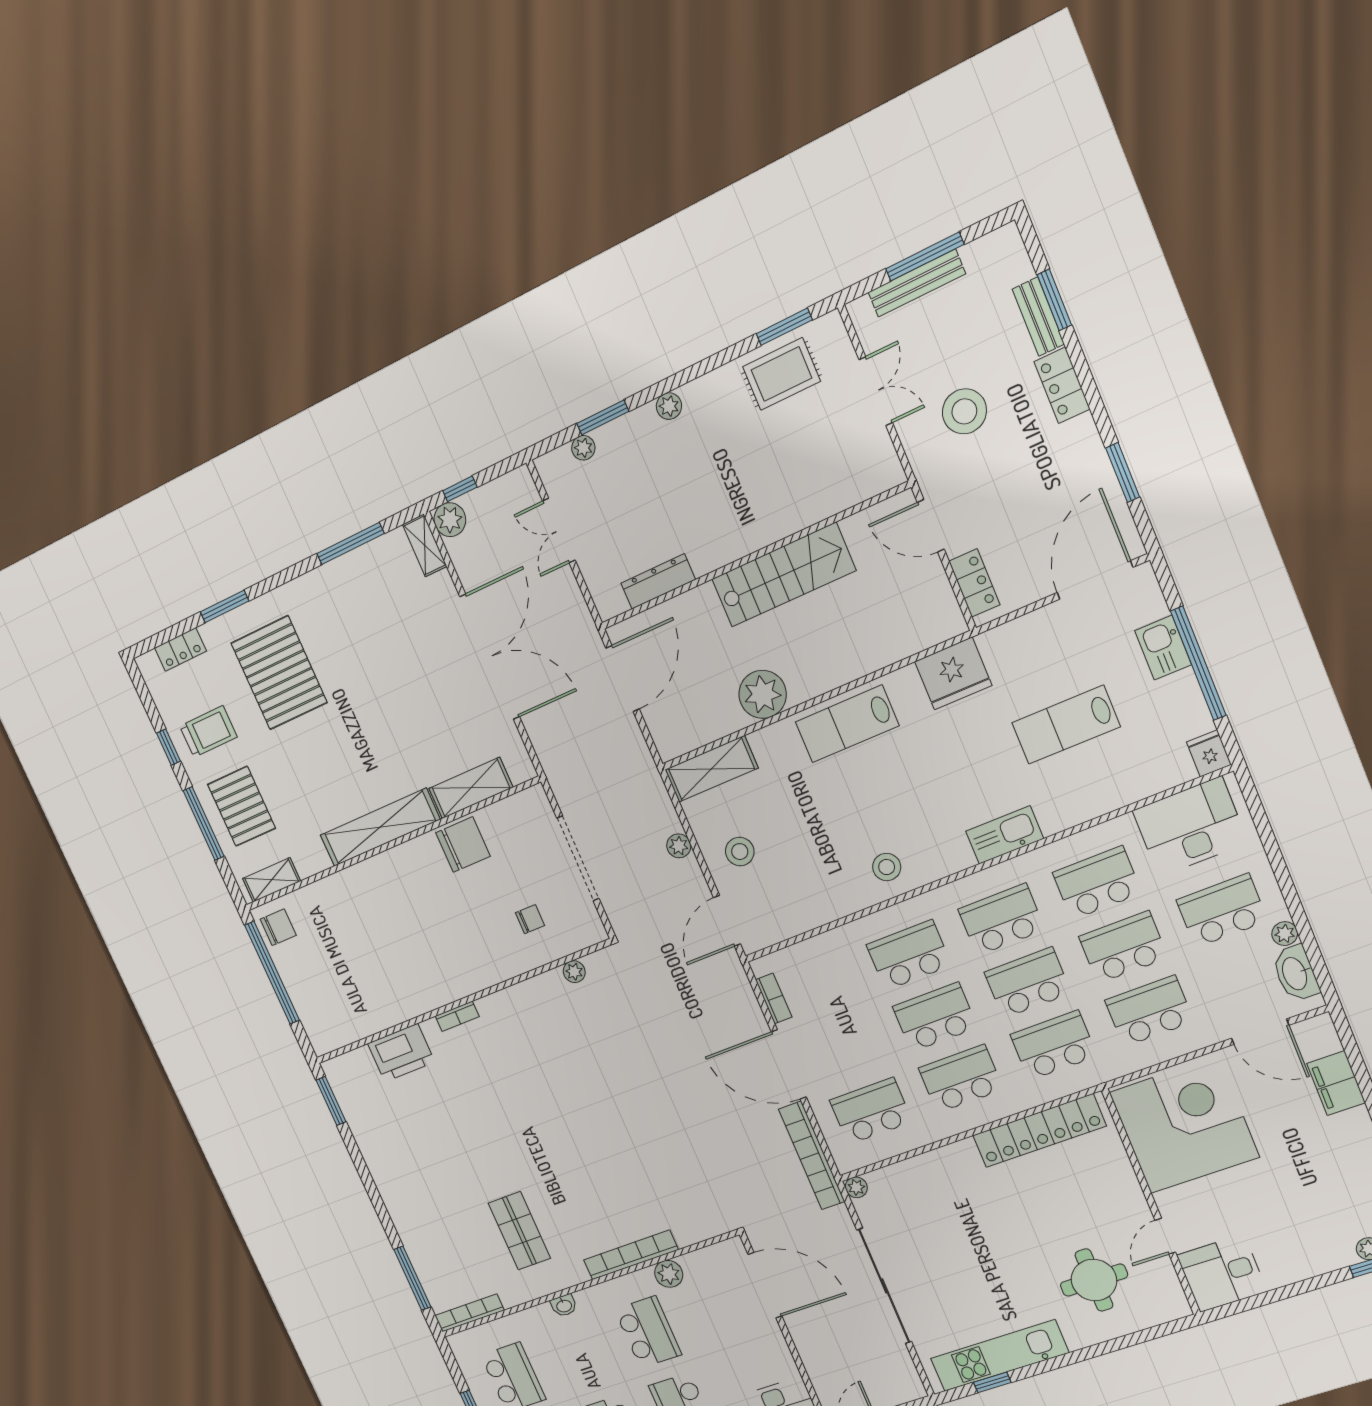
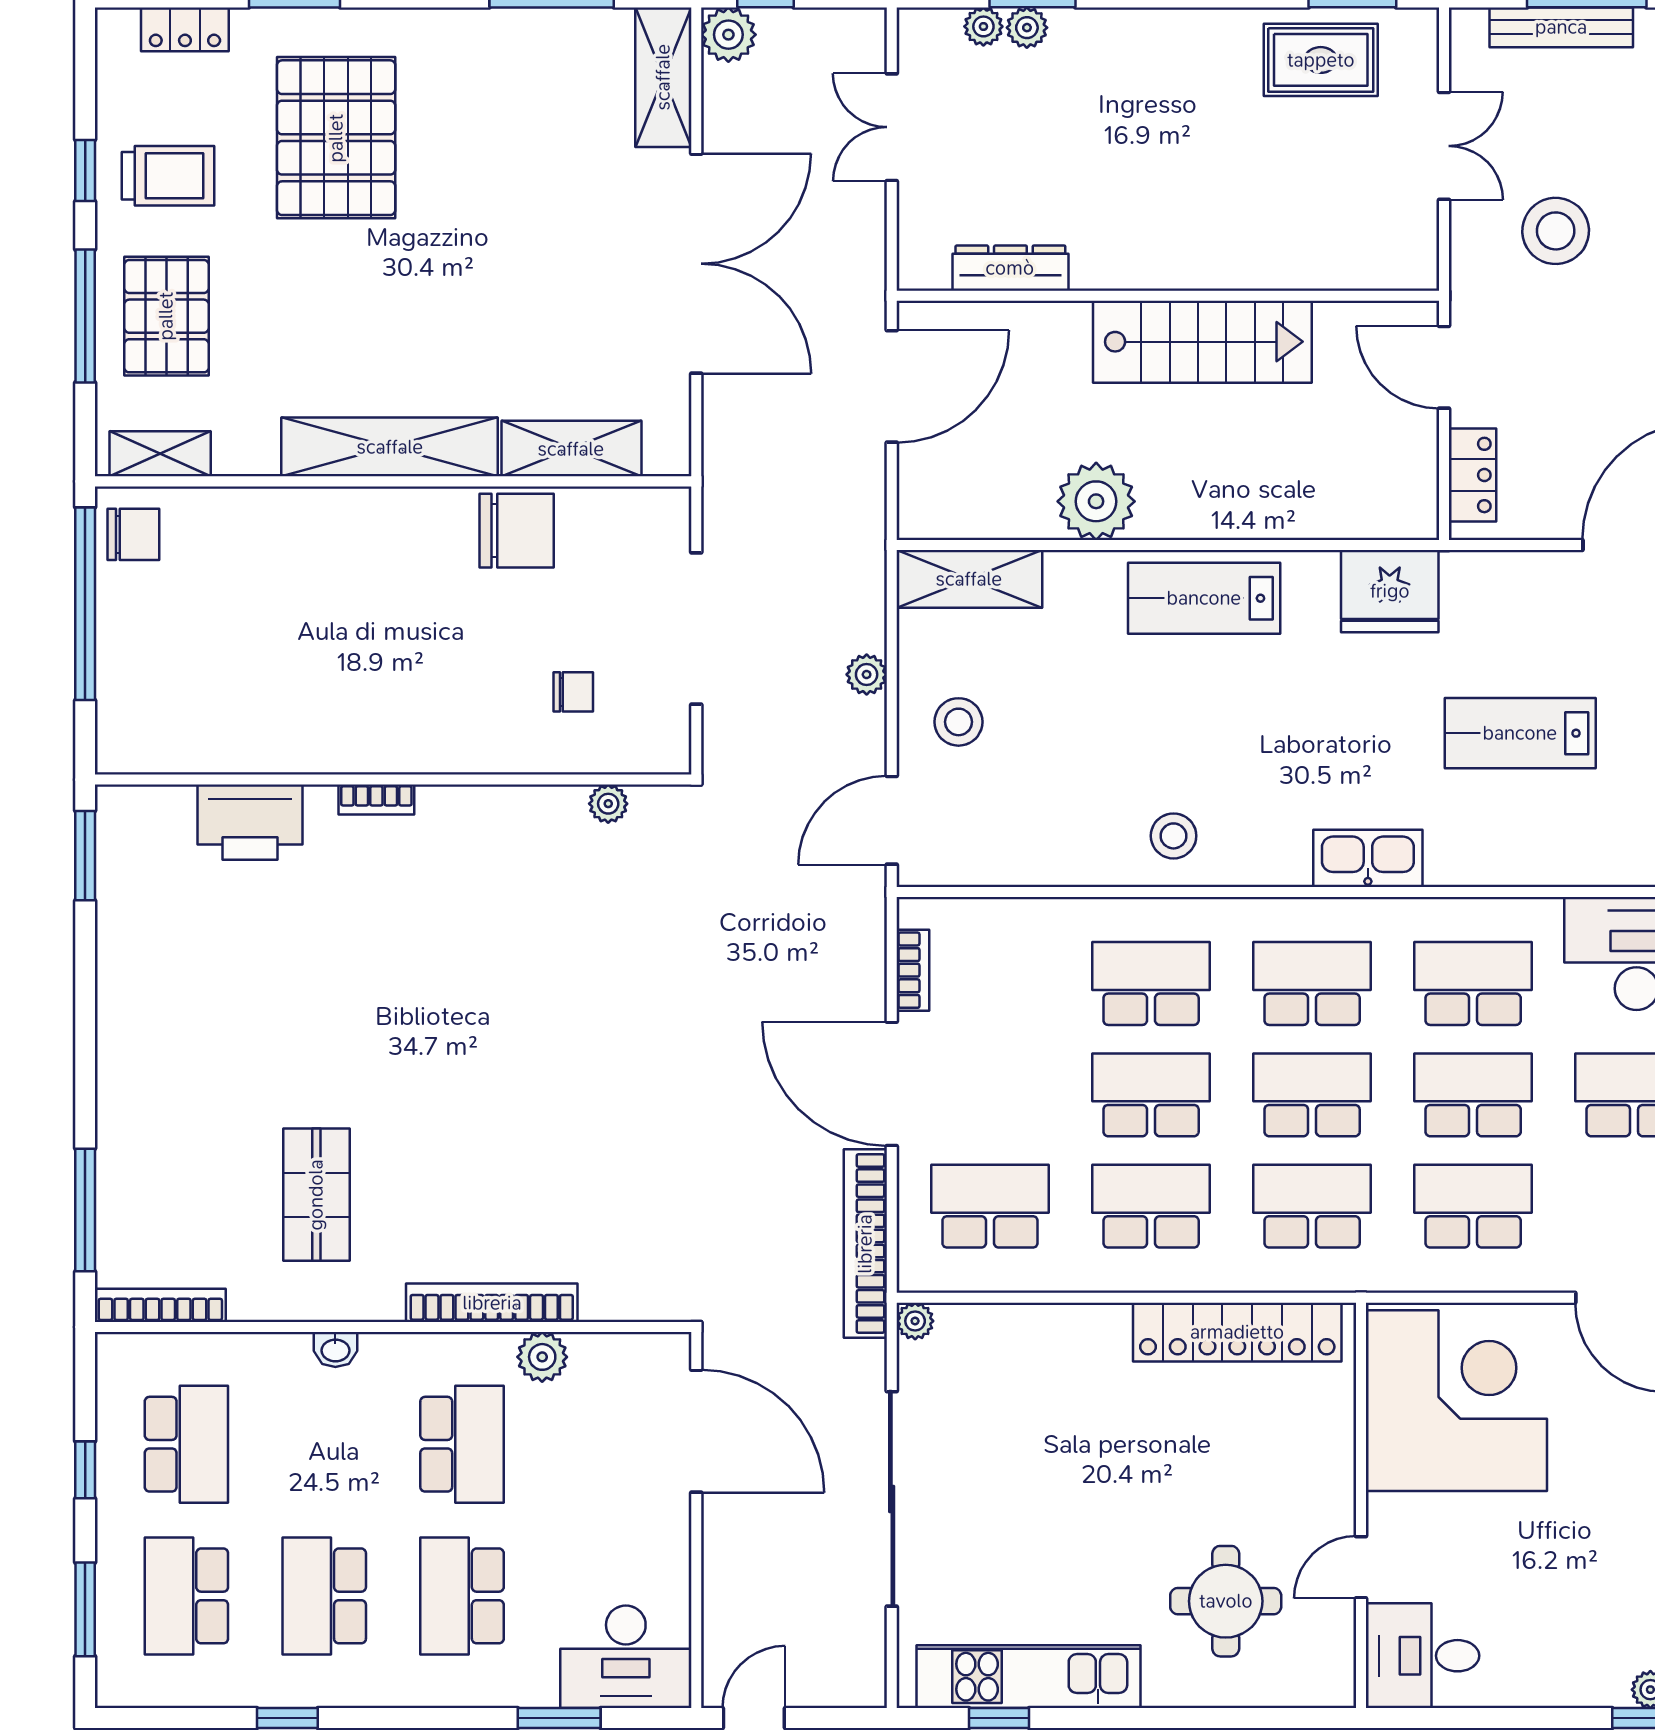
plant: (669, 406) -> (1027, 28), moved
shelving: (425, 545) -> (663, 77), width x1.50, depth x1.33

